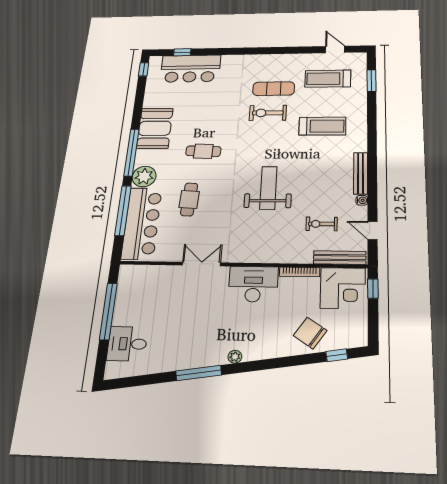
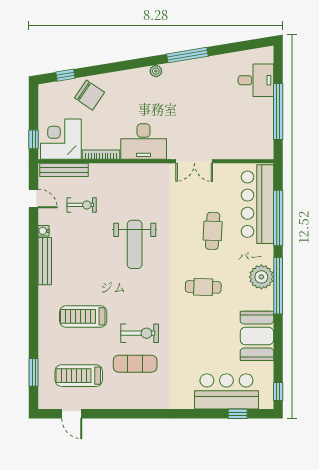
treadmill: (328, 79) -> (79, 376), turned 180
booth: (155, 128) -> (257, 336), moved
plant: (144, 177) -> (261, 277), moved

